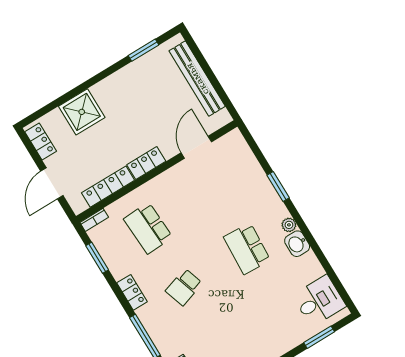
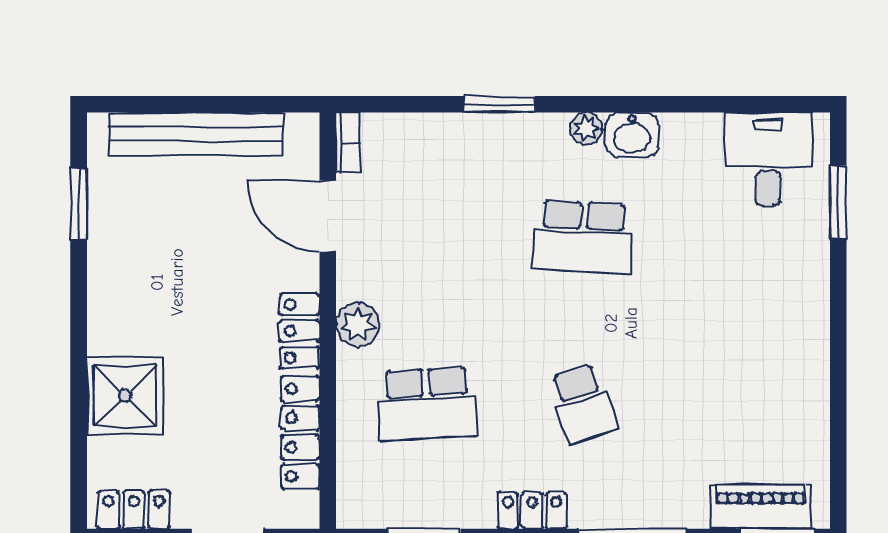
plant: (162, 184) -> (358, 324), added
bookcase: (94, 220) -> (348, 143), moved

